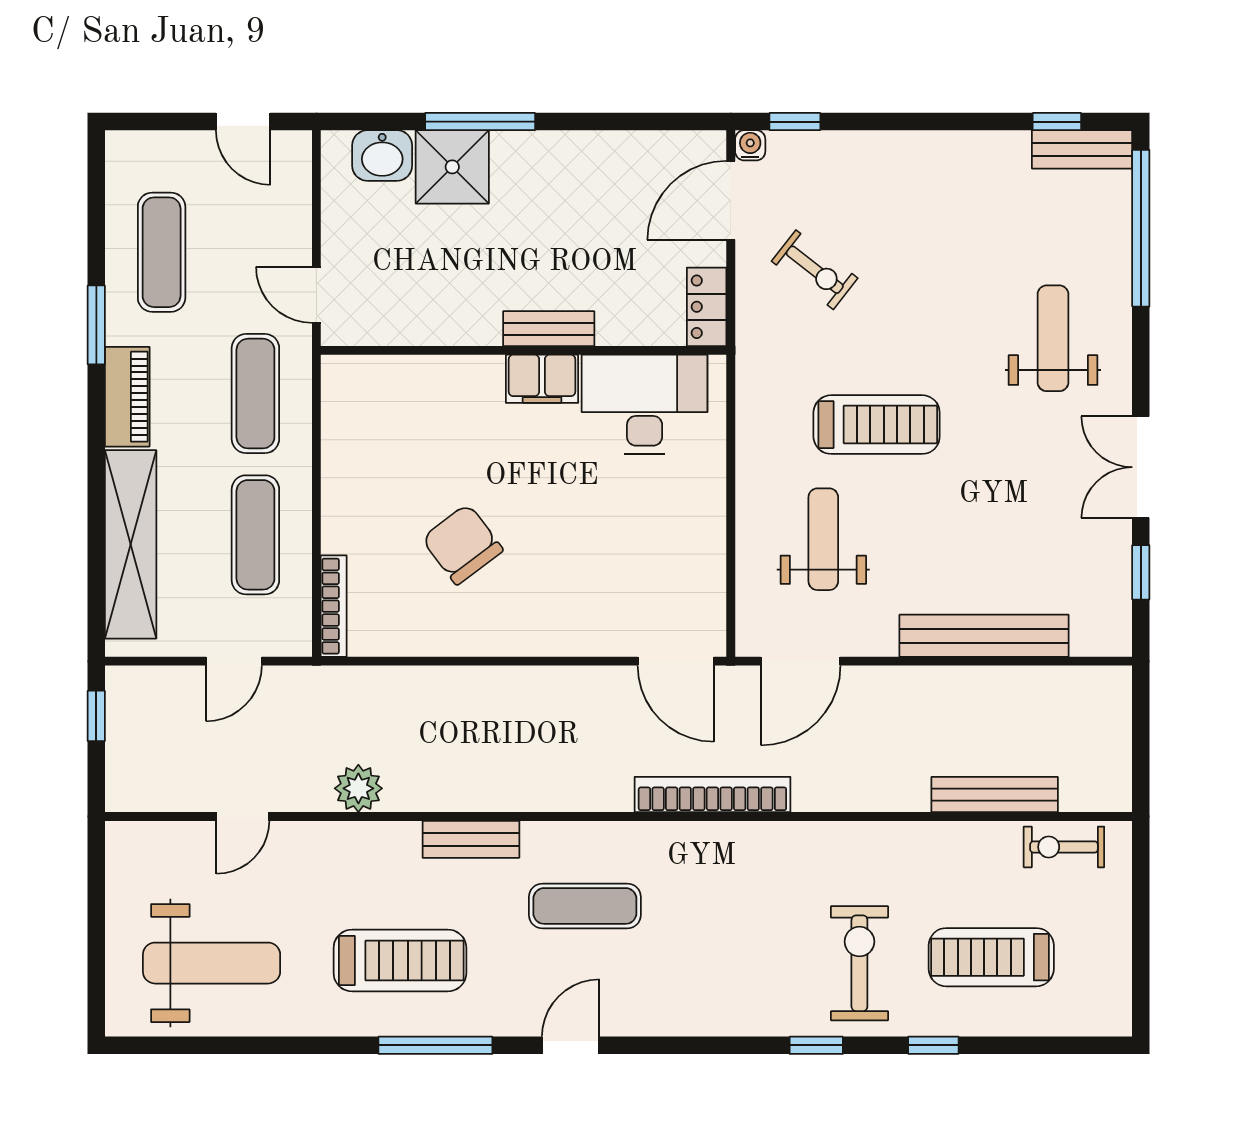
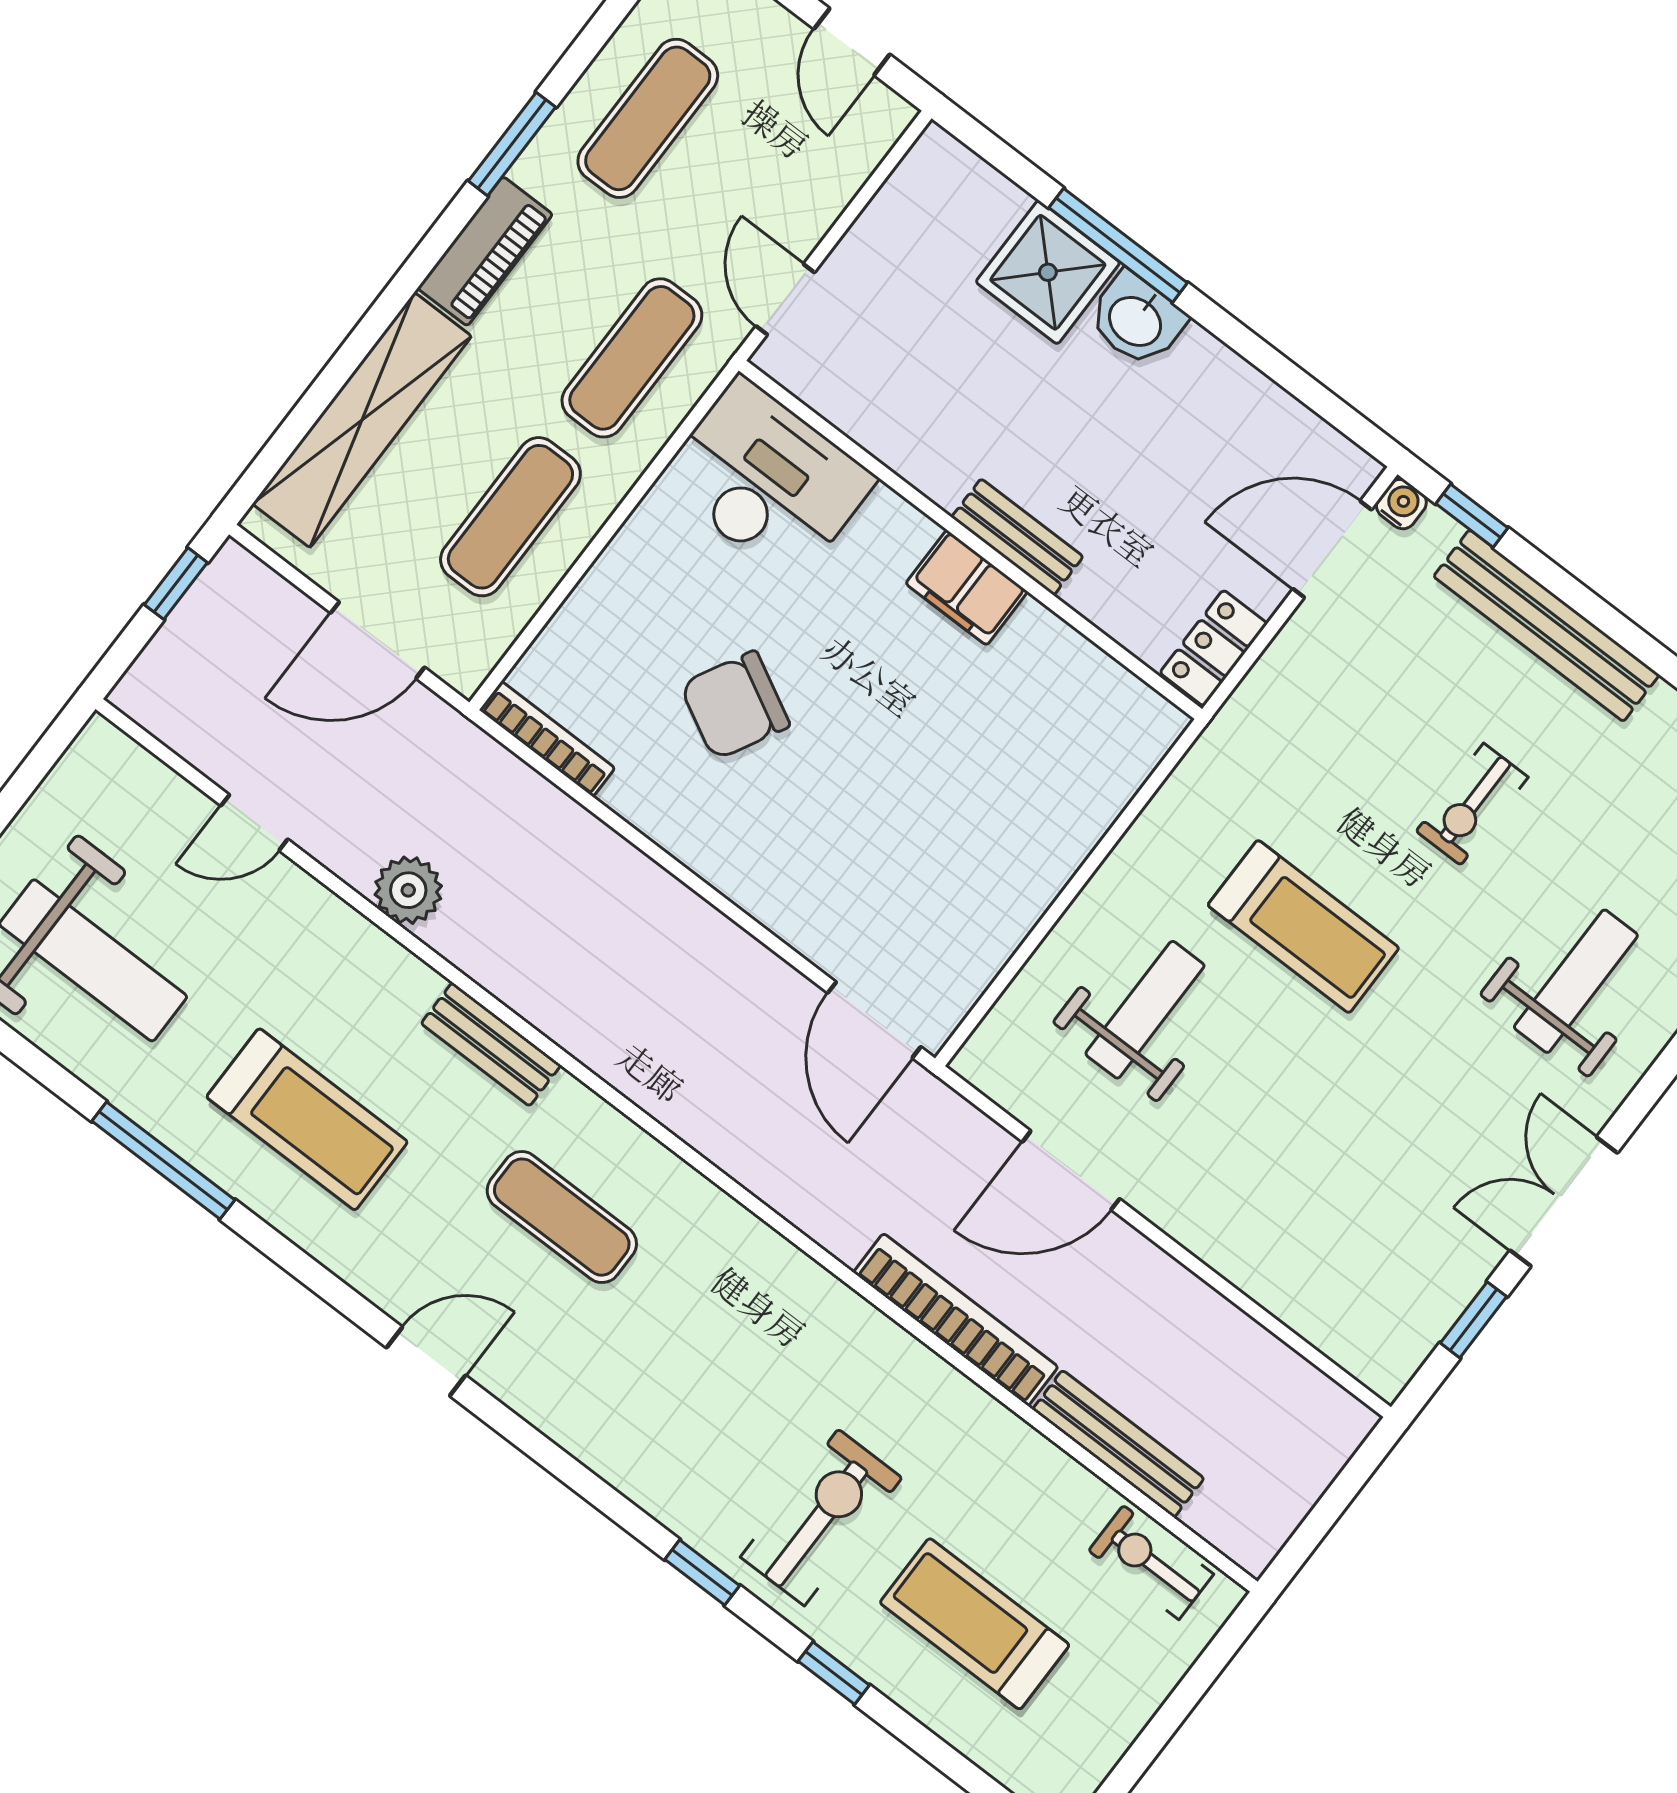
washbasin: (382, 156) -> (1136, 320), moved
exercise bike: (815, 270) -> (1472, 804), moved, turned 52
desk: (645, 404) -> (767, 480), moved
chair: (462, 544) -> (735, 705), turned -115
bookcase: (334, 606) -> (547, 739), moved, turned -90
bench: (984, 636) -> (1546, 626), moved
door: (234, 661) -> (378, 640), width x1.38
door: (801, 661) -> (1071, 1170), moved
bookcase: (712, 795) -> (956, 1320), moved
window: (435, 1045) -> (163, 1161), moved

